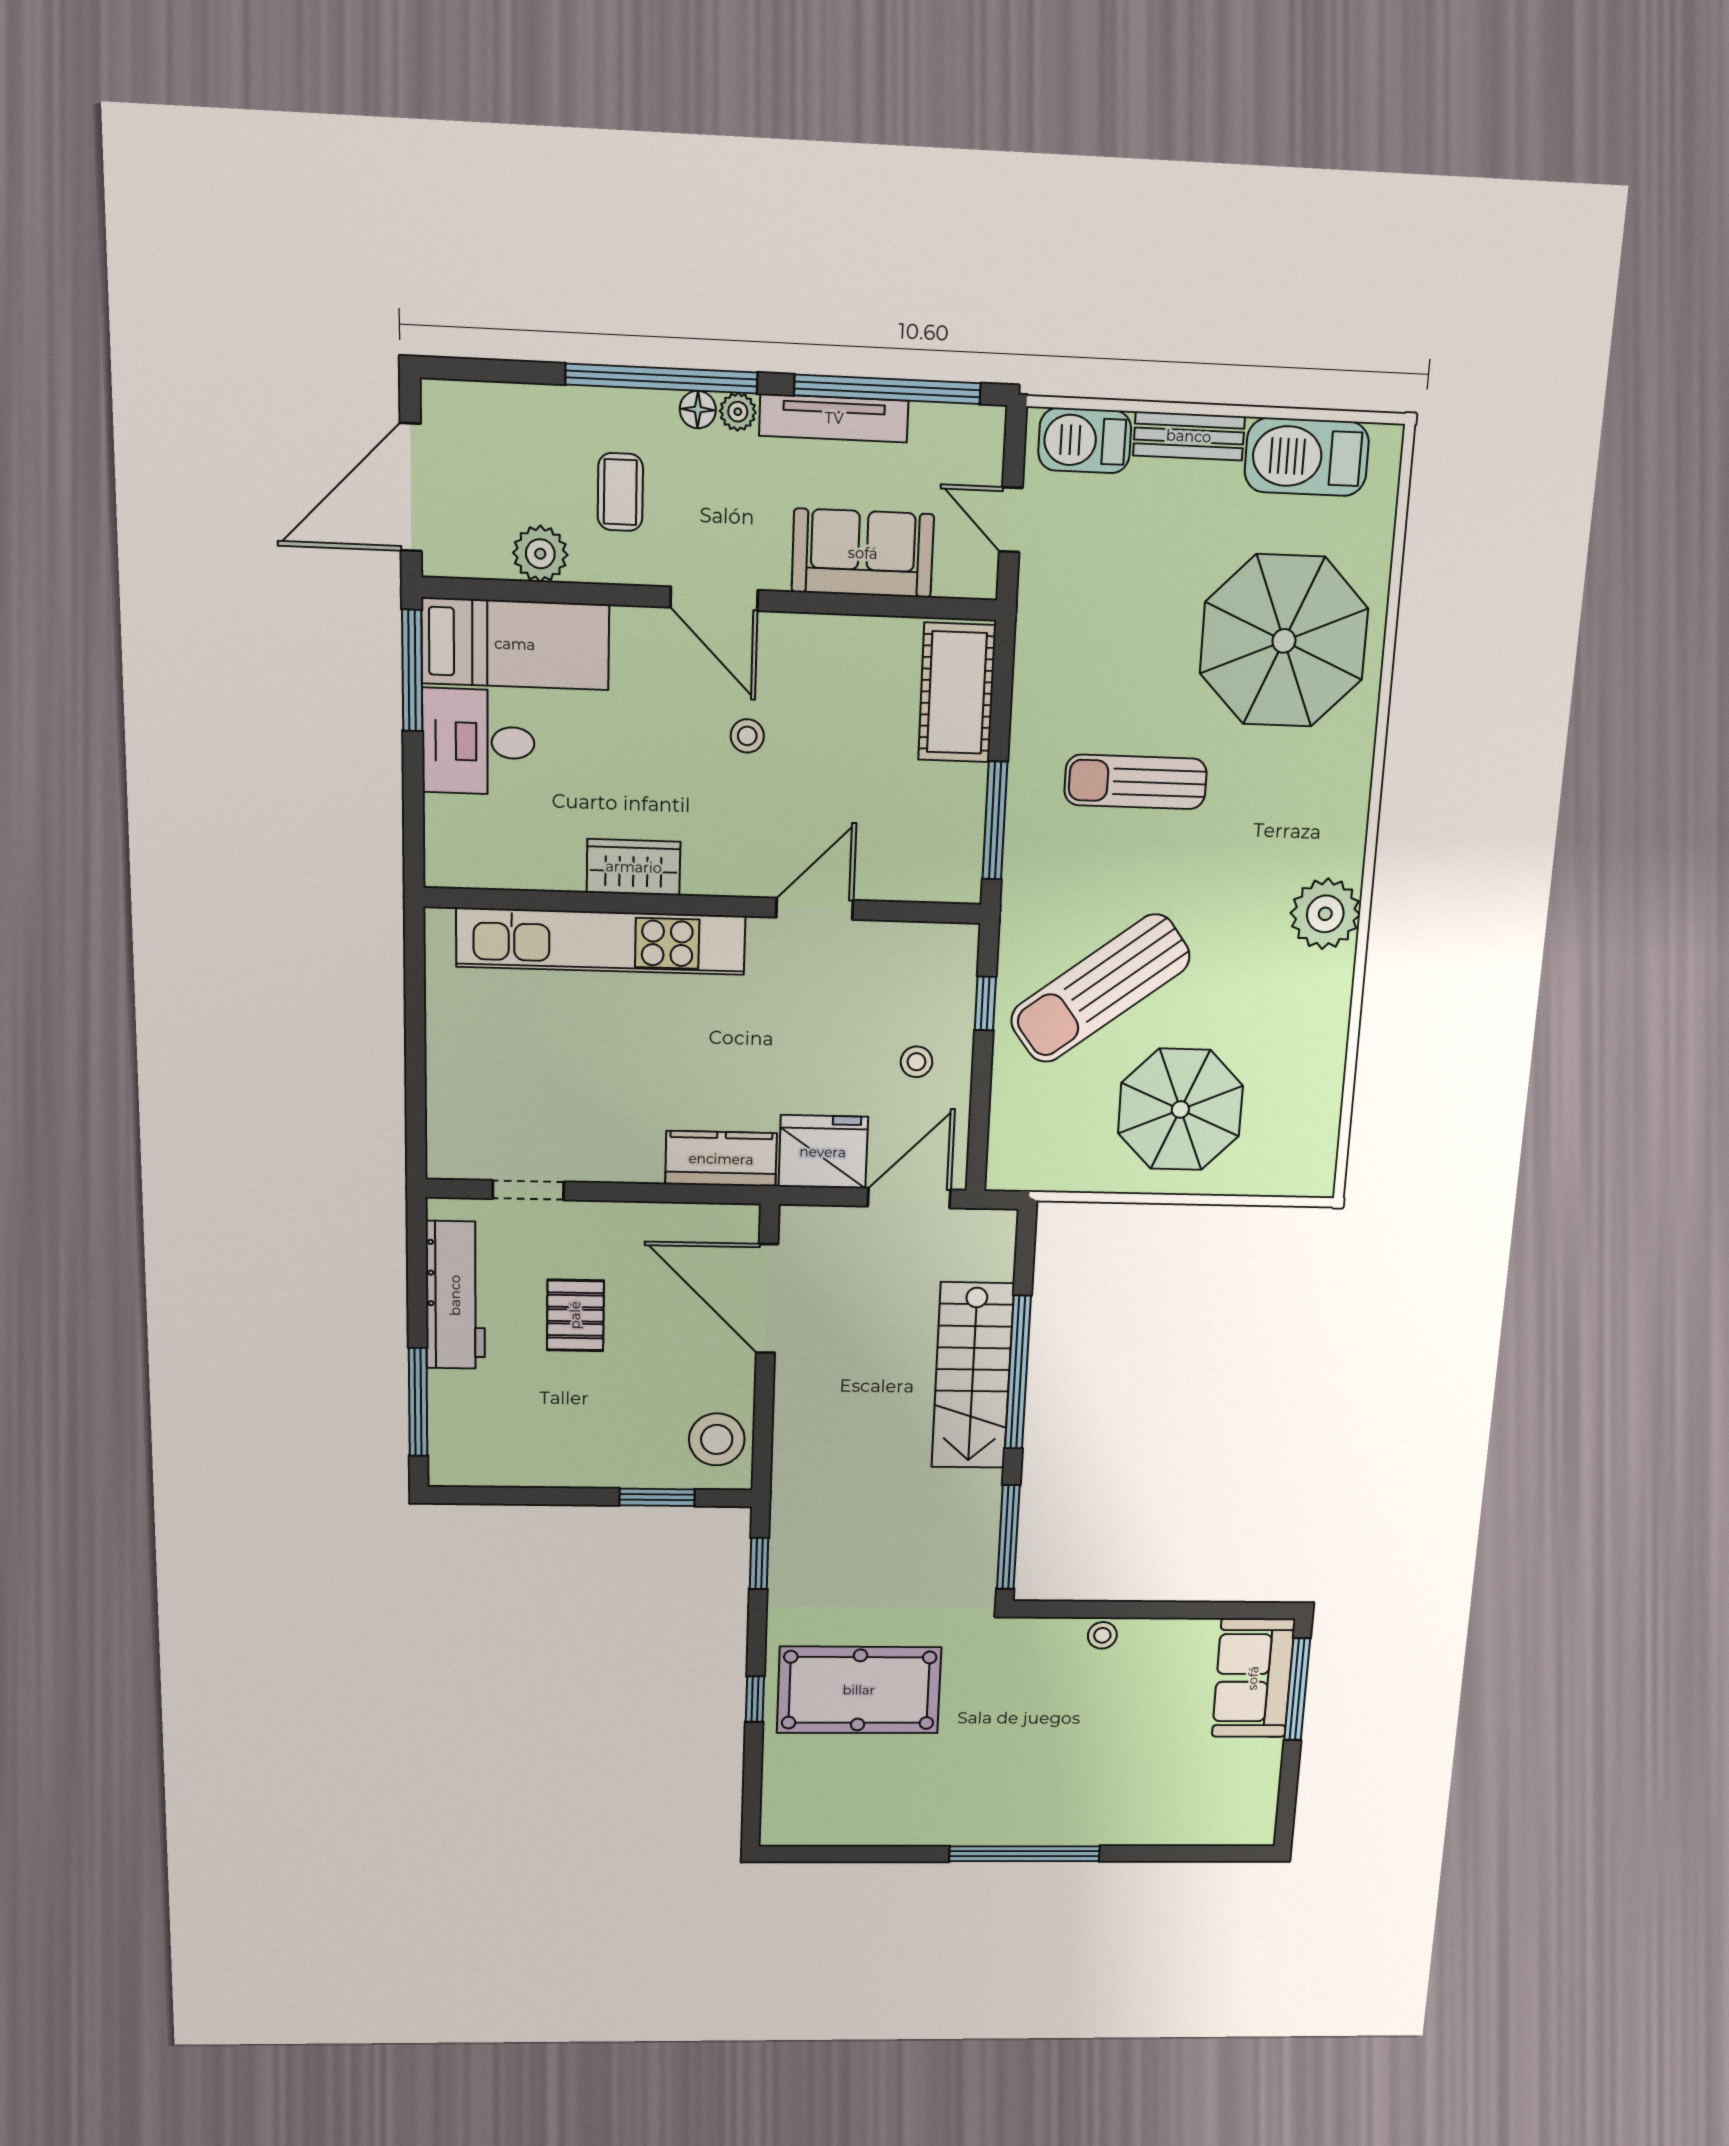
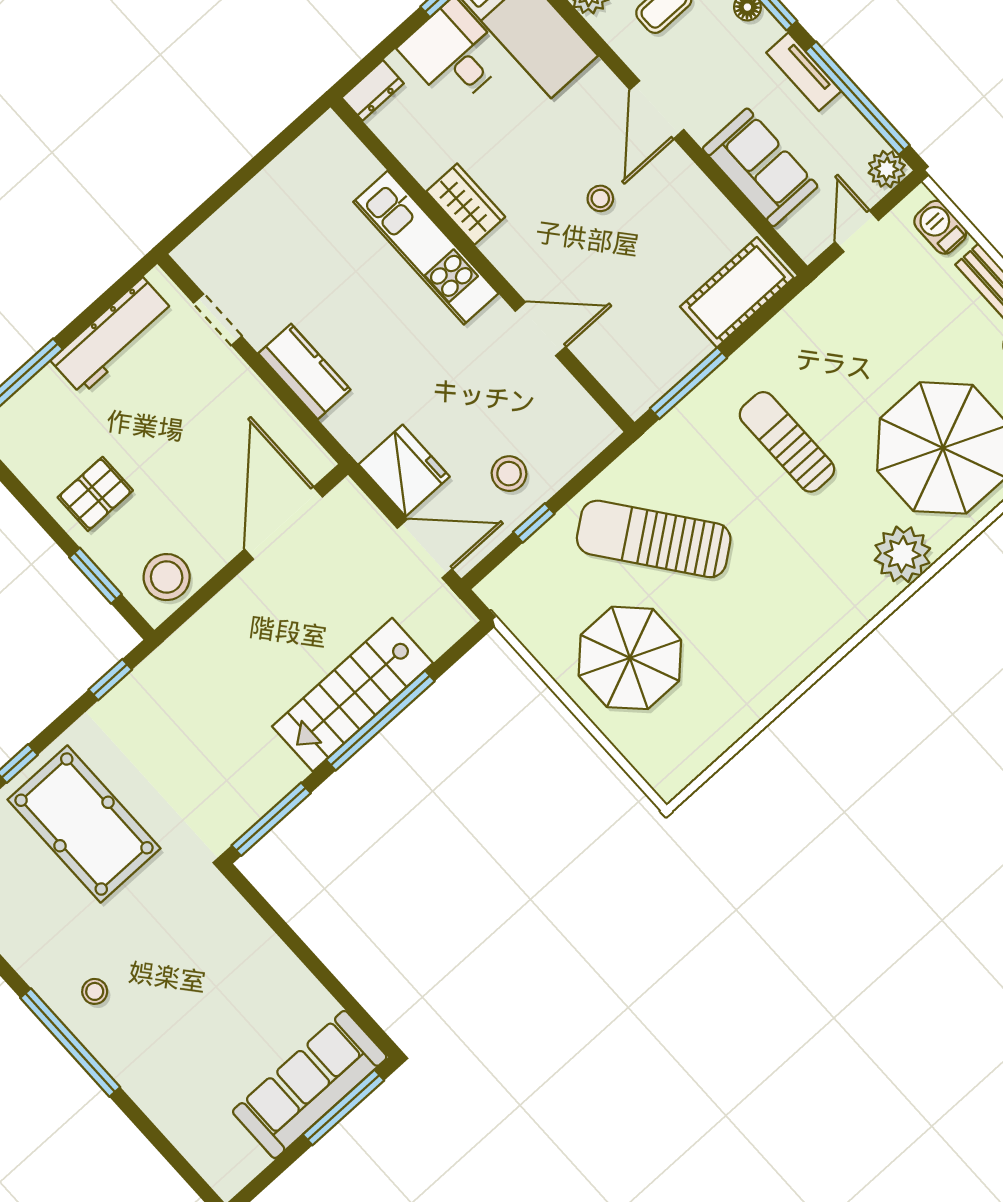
plant: (738, 412) -> (887, 169), moved, width x1.38, depth x1.38
tv unit: (834, 418) -> (804, 72), width x0.71
barbecue: (1085, 441) -> (940, 227), width x0.73, depth x0.79
dresser: (444, 852) -> (373, 90), added
plant: (1325, 914) -> (902, 554), moved
kitchen unit: (601, 941) -> (426, 248), width x0.73
window: (985, 1003) -> (534, 523), moved
stool: (916, 1062) -> (509, 474), width x1.37, depth x1.37
kitchen counter: (721, 1159) -> (304, 372), moved
pallet: (575, 1315) -> (95, 494), moved
stool: (1102, 1635) -> (95, 991), moved
sofa: (1253, 1678) -> (310, 1084), width x1.36

